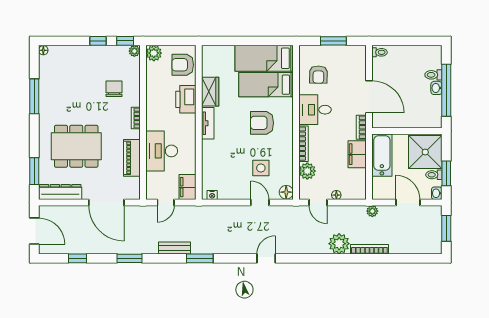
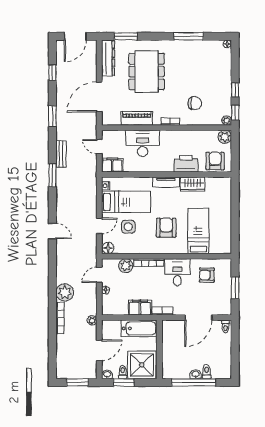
bed: (264, 58) -> (126, 202), moved, turned 90
door: (369, 97) -> (198, 318), moved

